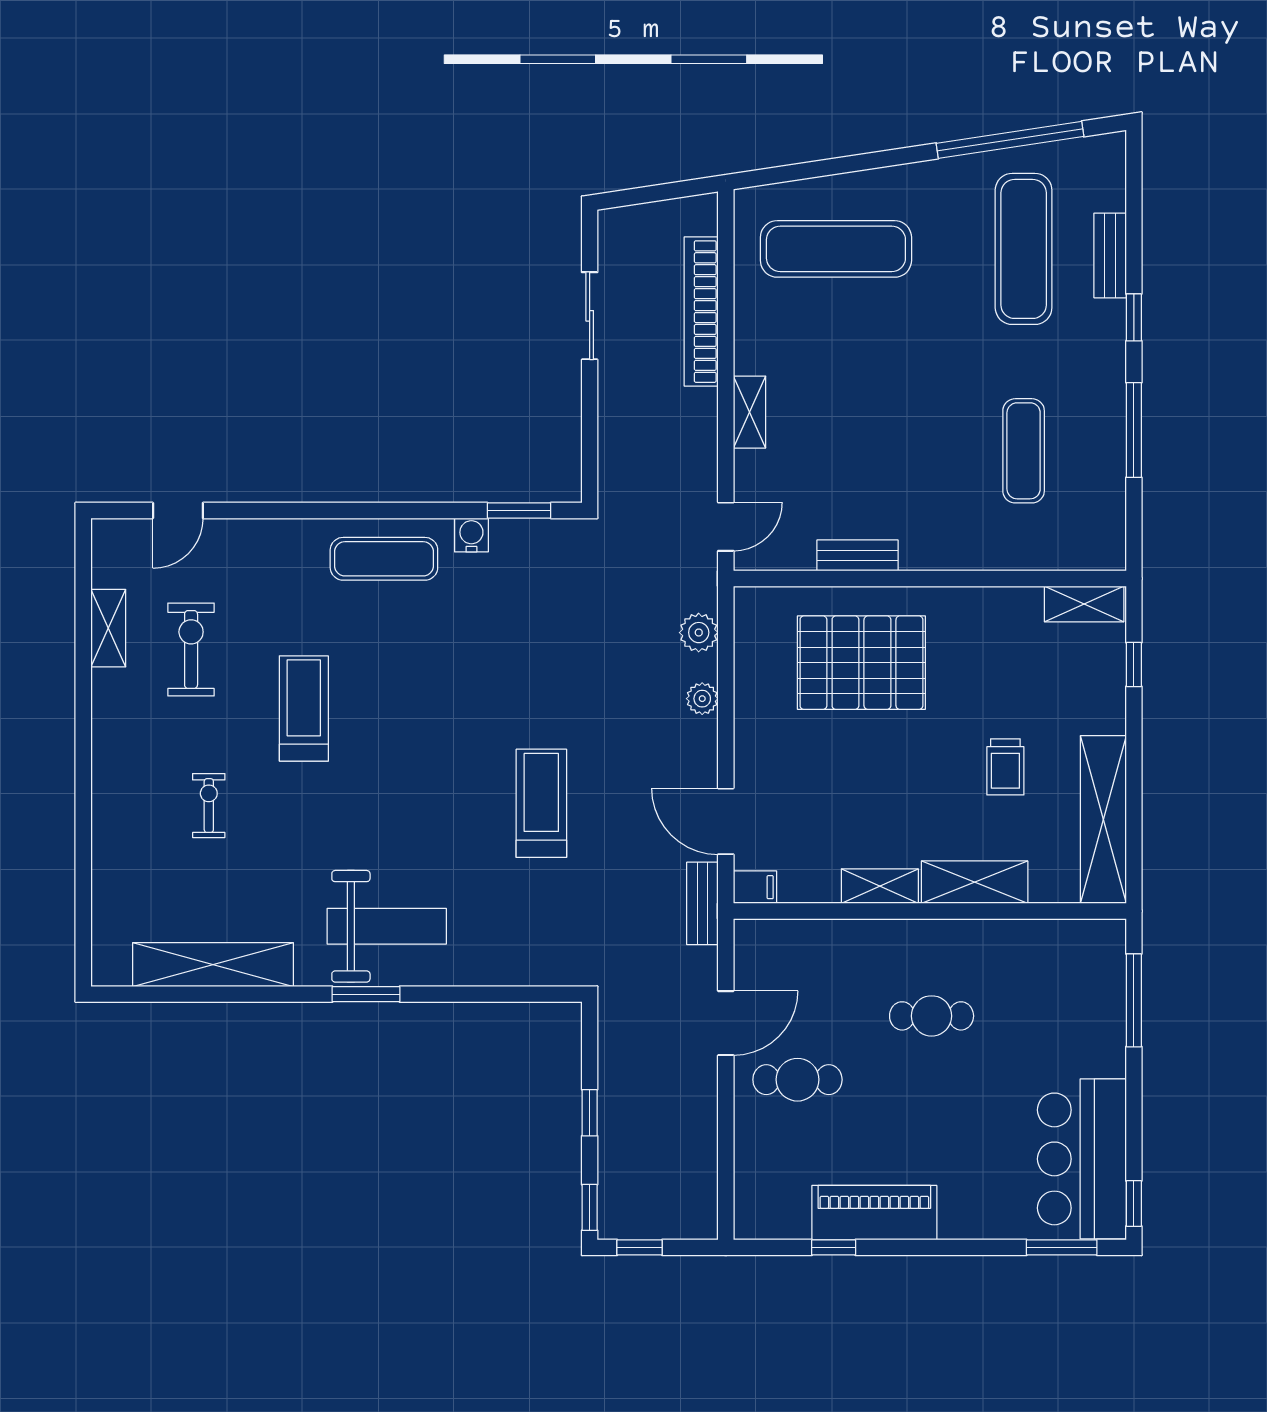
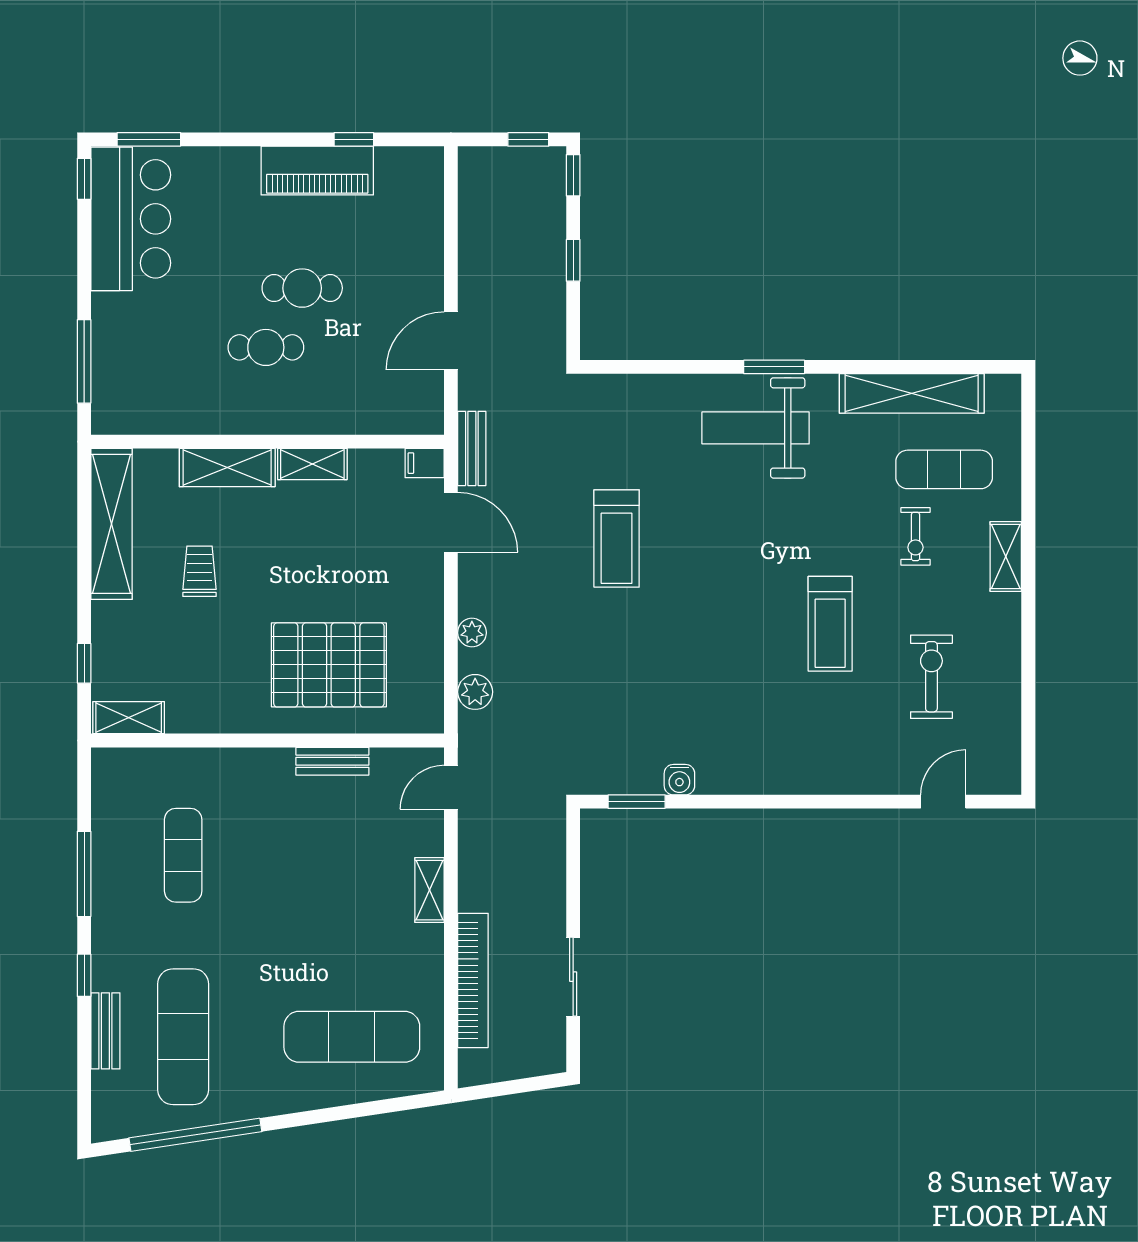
exercise mat: (384, 559) -> (944, 469), moved
shelving: (108, 628) -> (1006, 556), moved
exercise bike: (191, 649) -> (931, 677), turned 180
cafe table: (797, 1080) -> (302, 288), moved

